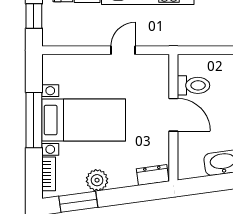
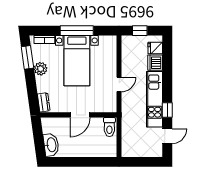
door: (123, 50) -> (119, 84), hinge flipped
toilet: (194, 85) -> (109, 127), moved

